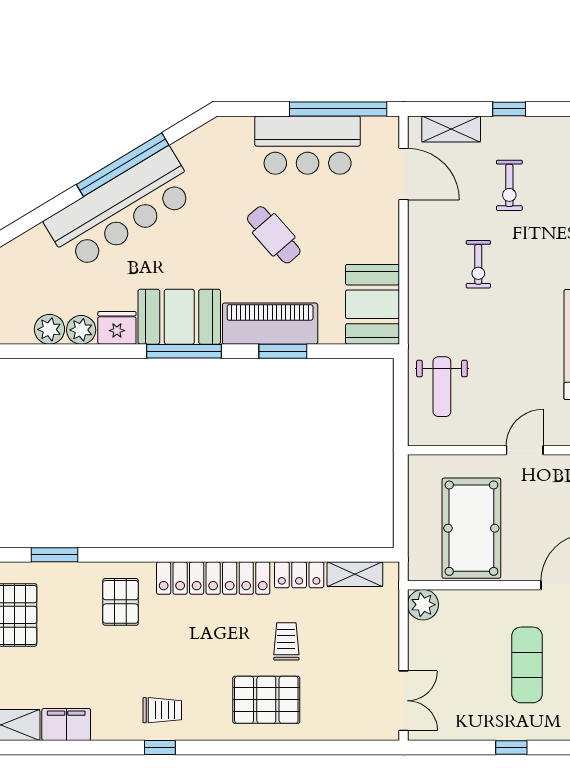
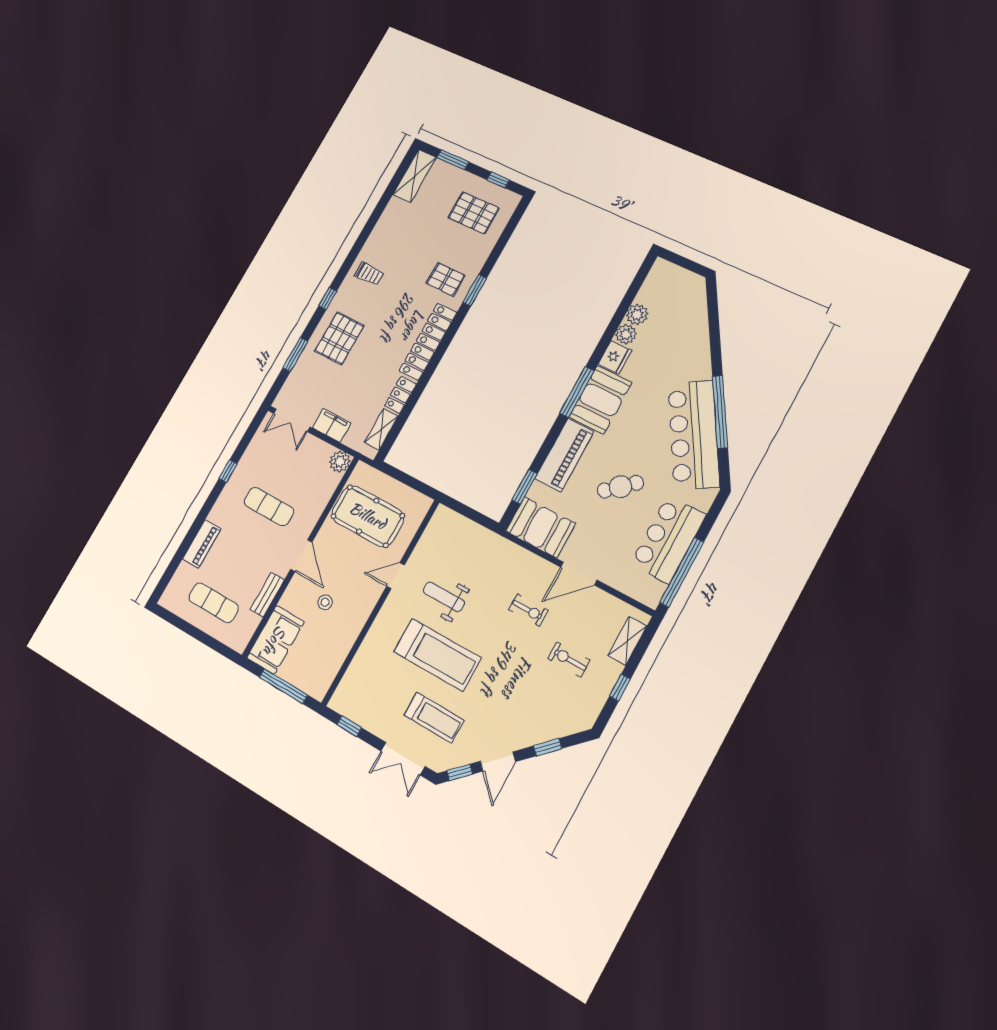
door: (403, 174) -> (579, 574), moved
bar counter: (121, 209) -> (694, 435), moved
exercise bike: (478, 264) -> (528, 610), turned 180
window: (283, 351) -> (525, 487), moved
weight bench: (442, 387) -> (444, 597), moved
door: (525, 450) -> (395, 576), swing flipped
window: (55, 555) -> (475, 290), moved
trolley: (286, 641) -> (366, 367), removed
trolley: (162, 710) -> (369, 274), turned -90
filing cabinet: (66, 724) -> (331, 425), moved, turned -90
window: (160, 748) -> (328, 298), moved
window: (317, 748) -> (295, 355), added

